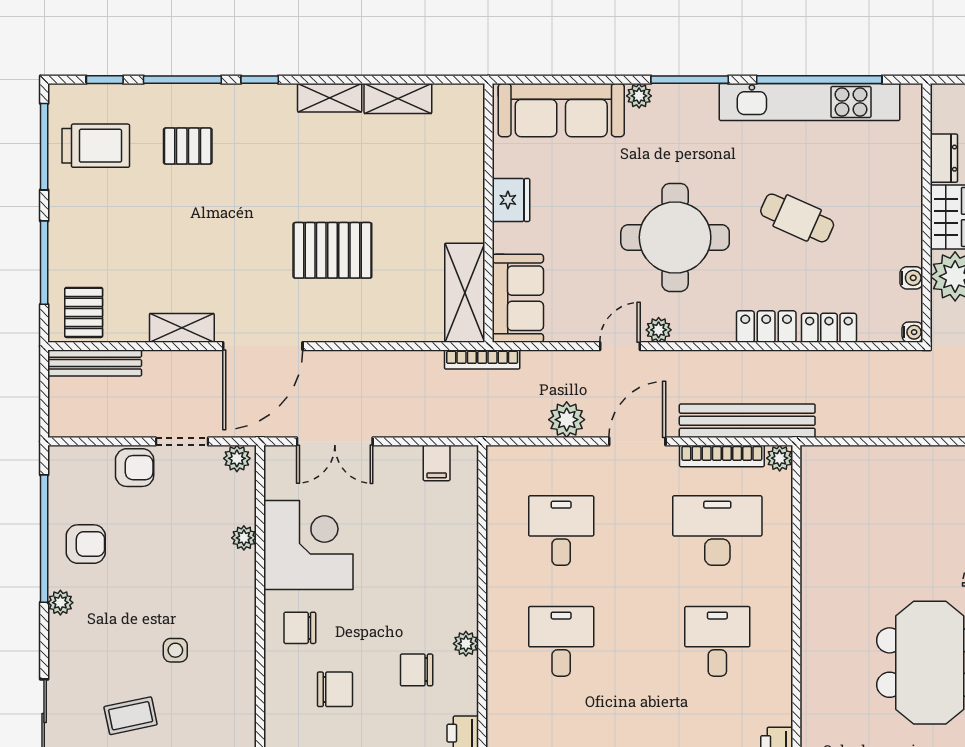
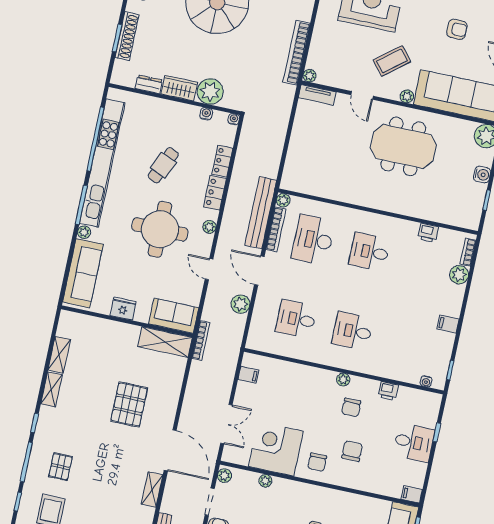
kitchen unit: (810, 102) -> (102, 163), width x1.36
plant: (659, 330) -> (209, 227), moved

